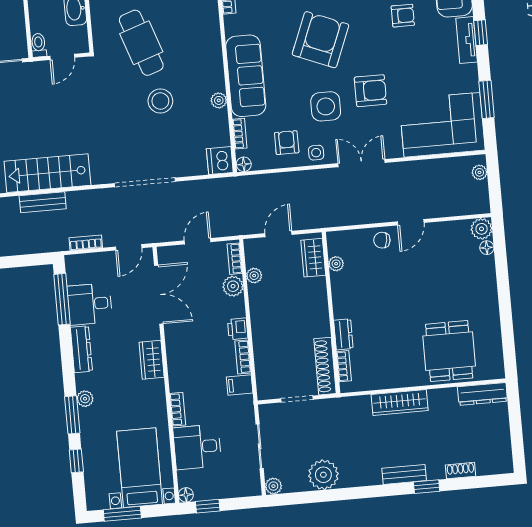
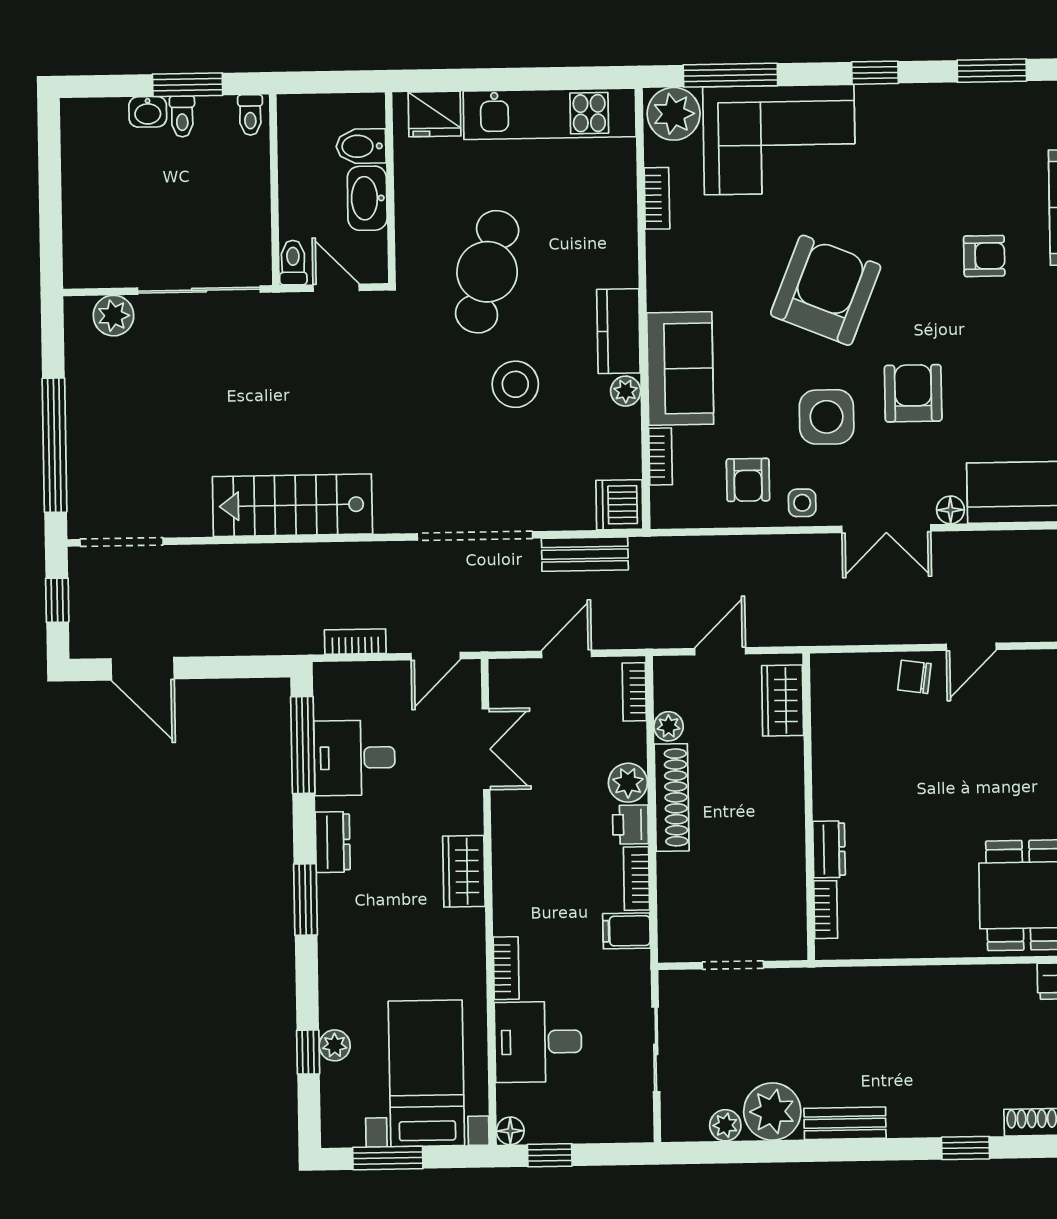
cafe table: (141, 43) -> (487, 272), turned 34
door: (62, 57) -> (336, 288), swing flipped
kitchen counter: (213, 69) -> (618, 331), added
sofa: (246, 76) -> (680, 369), width x0.73
armchair: (370, 91) -> (913, 393), turned -90
armchair: (287, 143) -> (748, 480), turned 180
double door: (361, 163) -> (886, 529), swing flipped
floor lamp: (244, 164) -> (950, 510), moved
bench: (43, 202) -> (585, 554), moved
plant: (336, 264) -> (825, 715), removed
plant: (233, 286) -> (628, 783), moved
double door: (159, 295) -> (486, 749), width x0.73
dresser: (81, 349) -> (333, 842), width x0.70
shoe rack: (325, 366) -> (672, 797), moved, turned 180
plant: (85, 399) -> (335, 1045), moved
wardrobe: (400, 403) -> (926, 986), removed
window: (72, 415) -> (305, 899), moved
bench: (404, 474) -> (845, 1123), moved
plant: (273, 486) -> (725, 1125), moved

